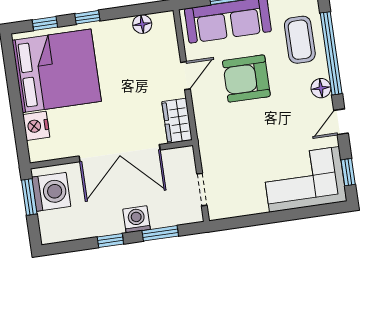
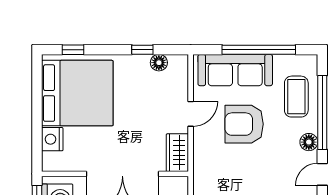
window: (87, 17) -> (142, 50), moved

